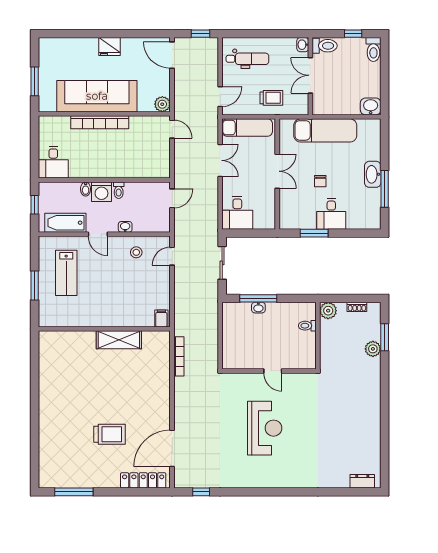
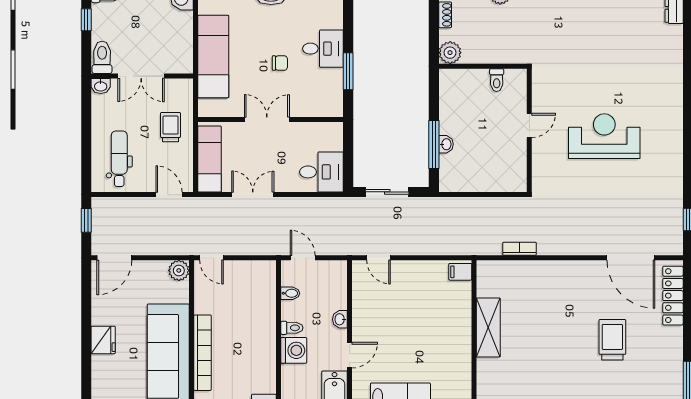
door: (172, 129) -> (211, 258), swing flipped
bidet: (86, 189) -> (290, 293), moved
stool: (136, 252) -> (373, 305), removed
toilet: (307, 326) -> (497, 80), moved
bookcase: (179, 356) -> (520, 249), width x0.64

